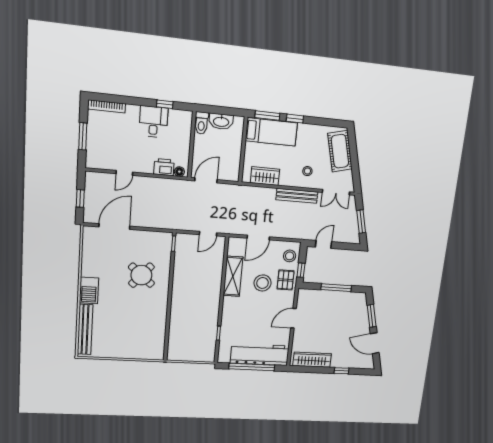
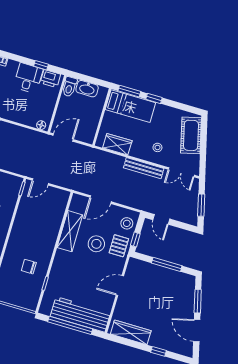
printer: (164, 167) -> (50, 79), moved, turned 180
door: (208, 234) -> (40, 182), moved
door: (324, 244) -> (161, 219), swing flipped
chair: (198, 321) -> (29, 267), added

